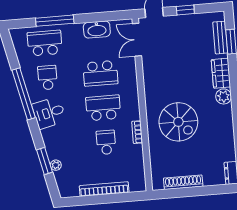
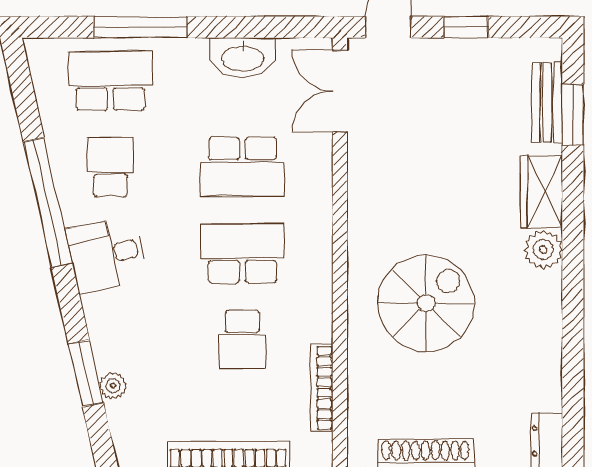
spiral stairs: (178, 122) -> (426, 303), turned -90
bookcase: (137, 132) -> (322, 388), moved, width x1.56
school desk: (106, 142) -> (242, 339), turned 180

